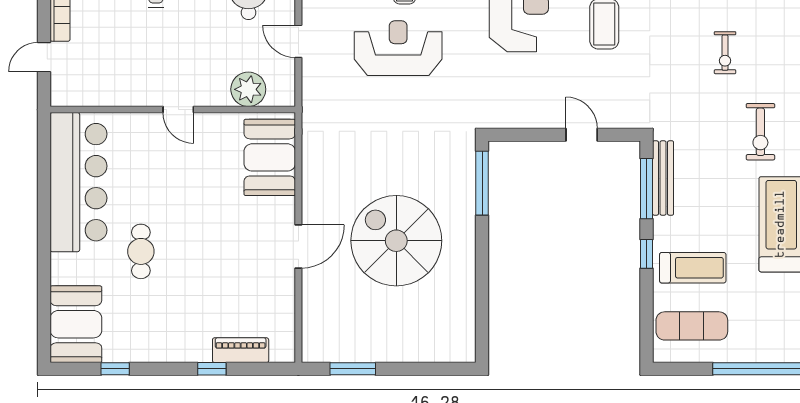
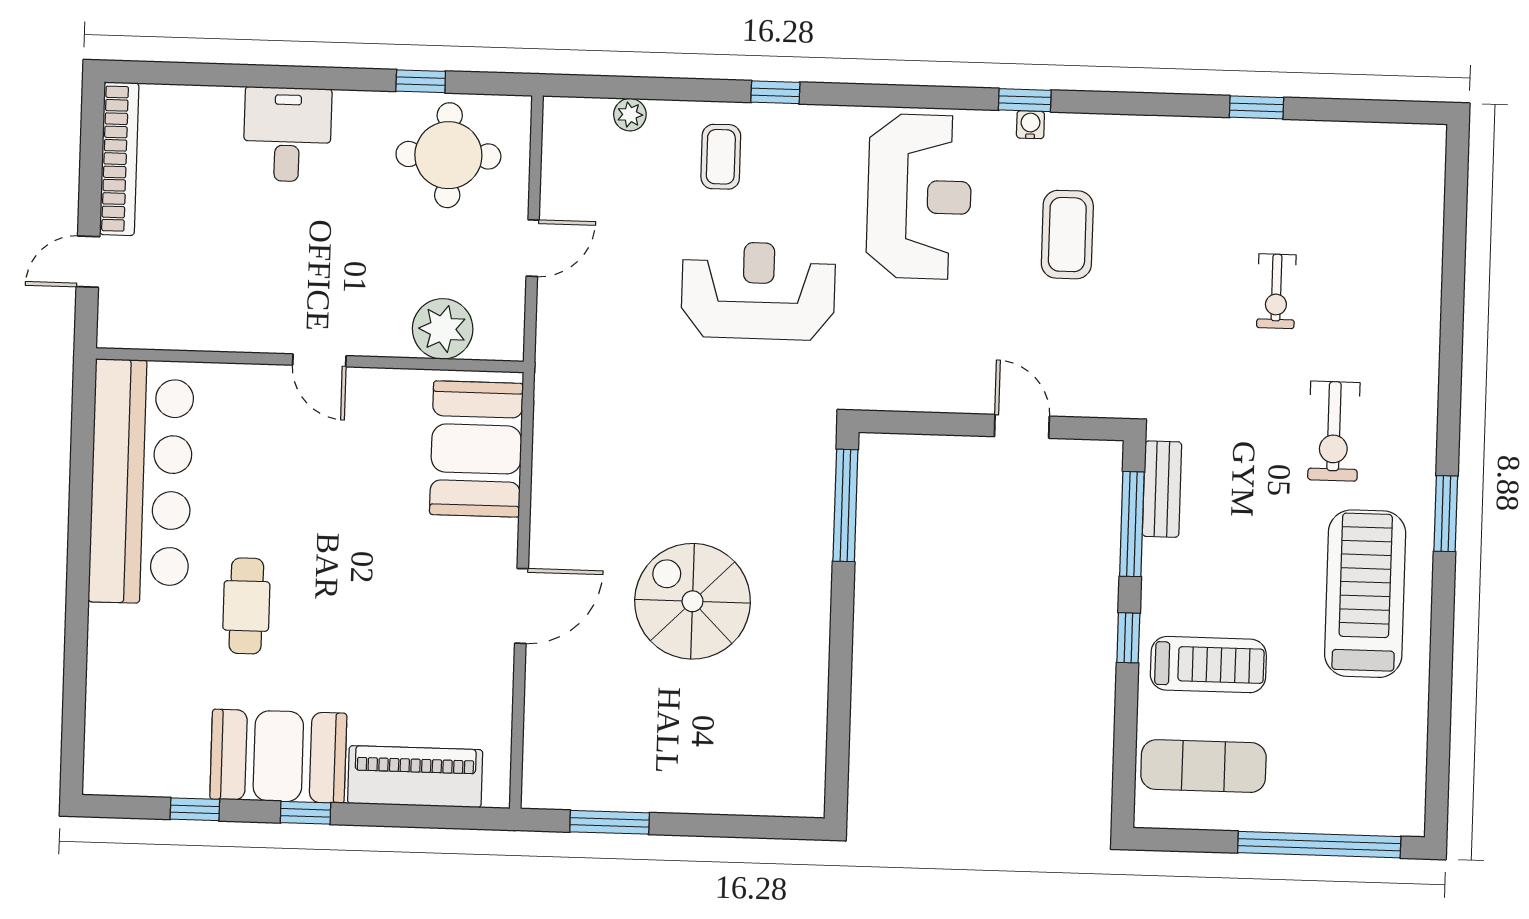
door: (298, 41) -> (533, 248), swing flipped
reception desk: (398, 48) -> (758, 291), moved
bench: (663, 178) -> (1162, 489), width x0.73
spiral stairs: (396, 241) -> (693, 601), width x0.73, depth x0.73
booth: (76, 324) -> (278, 756), moved, turned 90
piano: (241, 350) -> (415, 777), width x1.37, depth x1.33
window: (212, 369) -> (305, 813), moved

